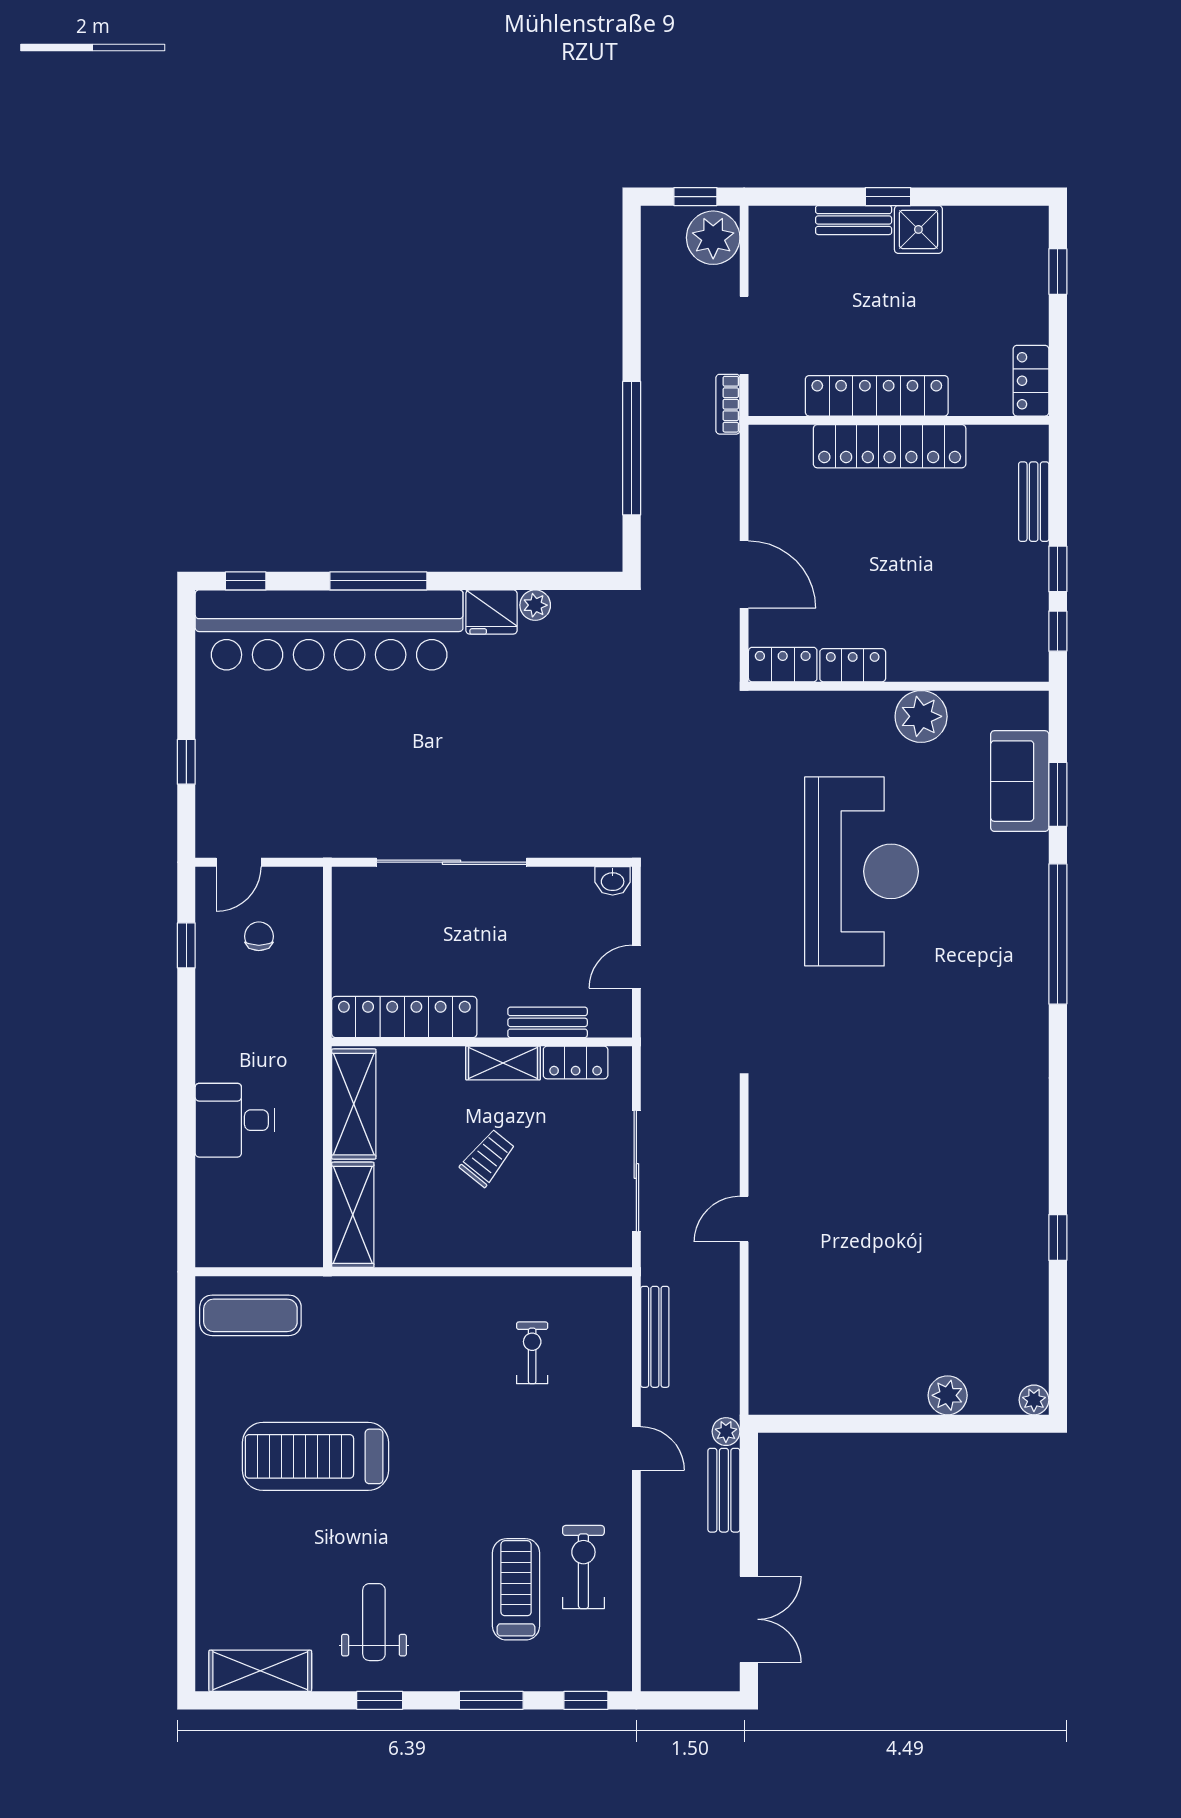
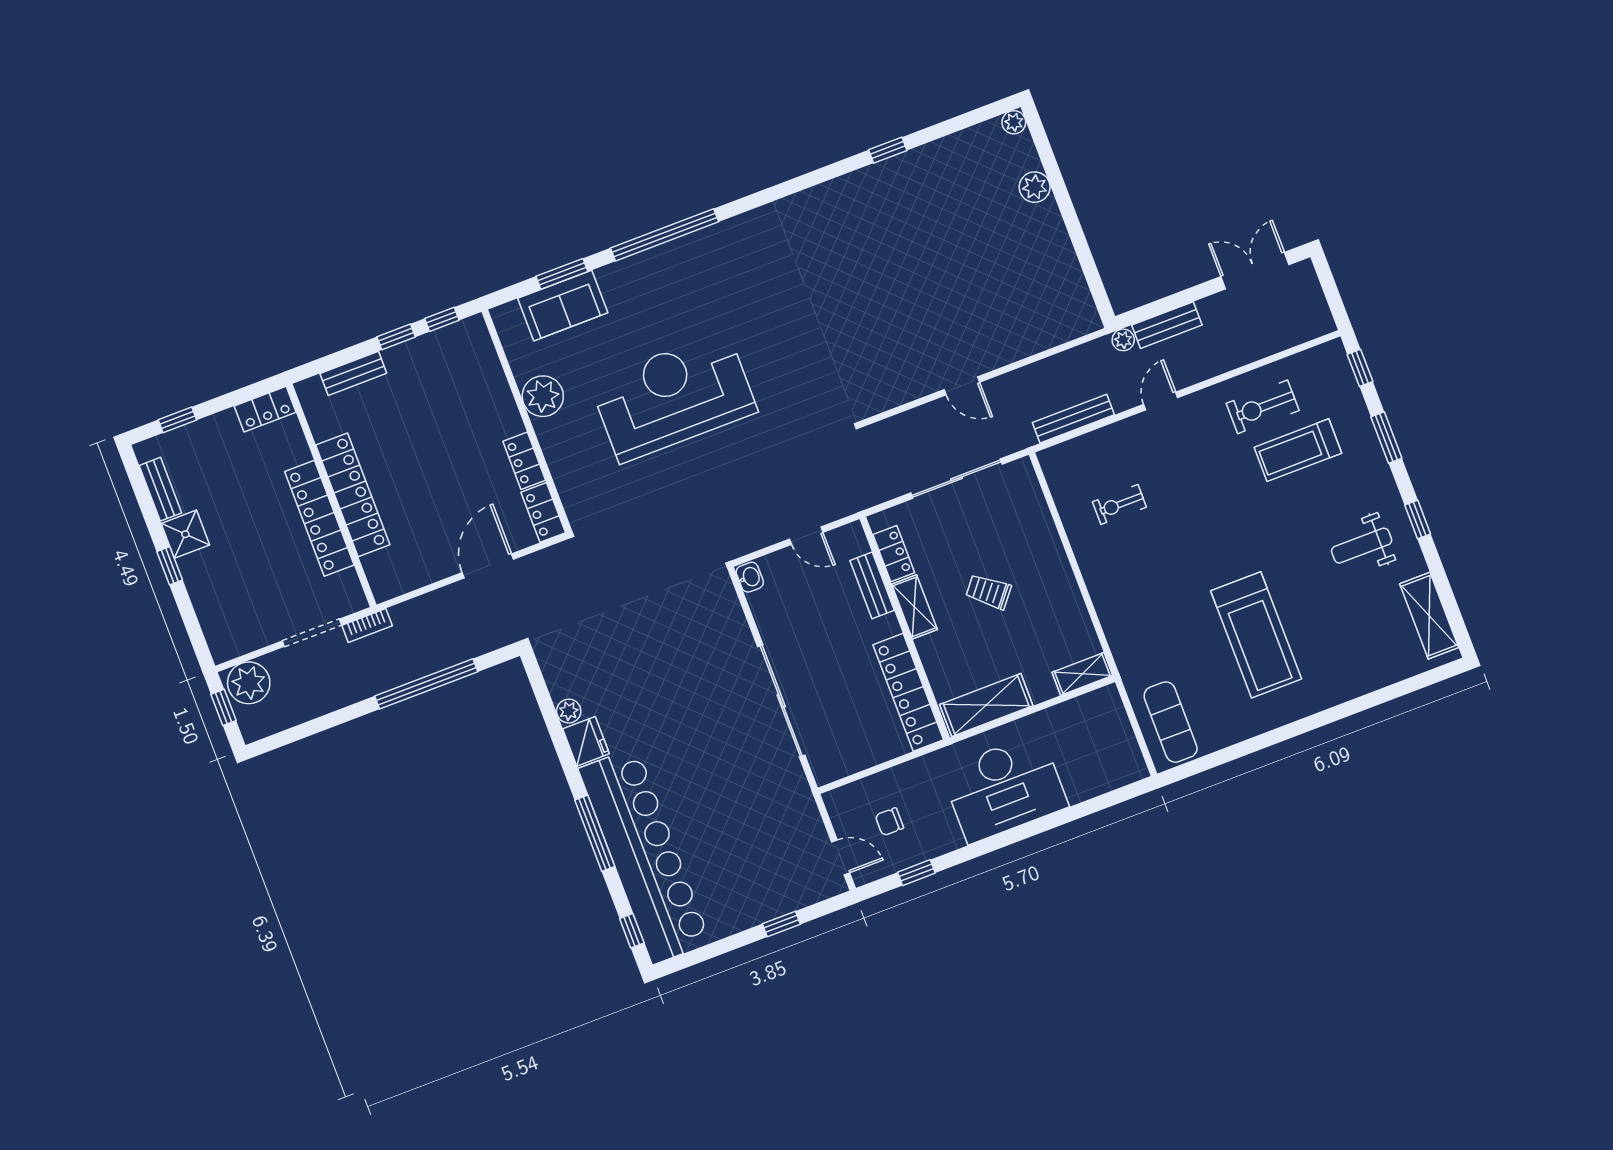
bench: (854, 220) -> (160, 489), moved
desk: (235, 1120) -> (1004, 788), width x1.87, depth x1.30
shelving: (353, 1215) -> (1082, 674), width x0.67, depth x0.75

